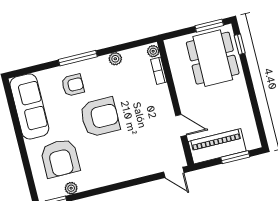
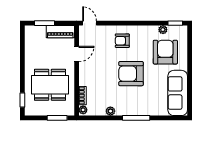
window: (209, 26) -> (57, 118), moved
dining table: (213, 58) -> (50, 85), moved, turned 90
armchair: (73, 85) -> (122, 41), moved
door: (181, 125) -> (77, 54), swing flipped
piano: (217, 146) -> (60, 32), width x0.73, depth x0.75

